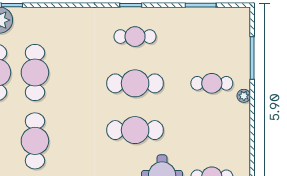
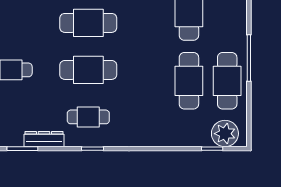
dresser: (179, 15) -> (44, 139), added

